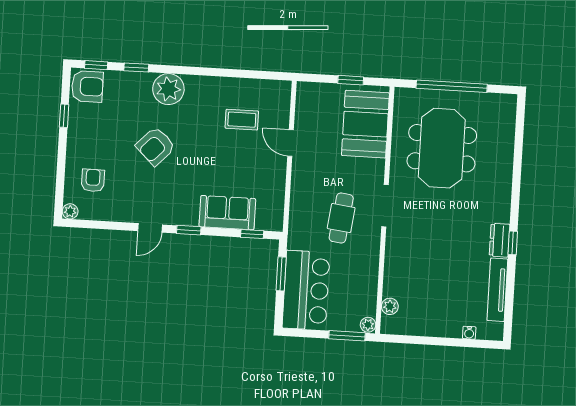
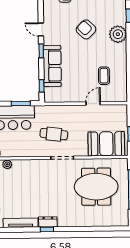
sofa: (227, 213) -> (52, 66), width x1.36

